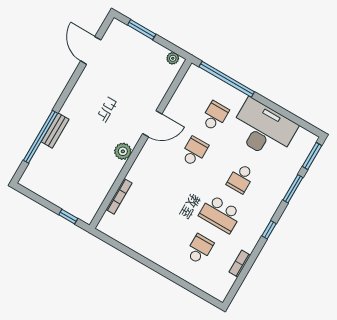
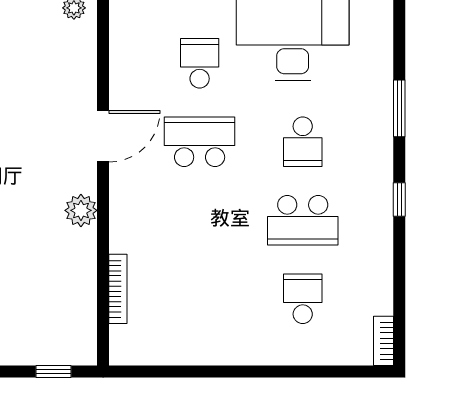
school desk: (194, 151) -> (200, 142), width x1.85
window: (312, 156) -> (399, 36), removed
bookcase: (240, 264) -> (383, 341), moved

